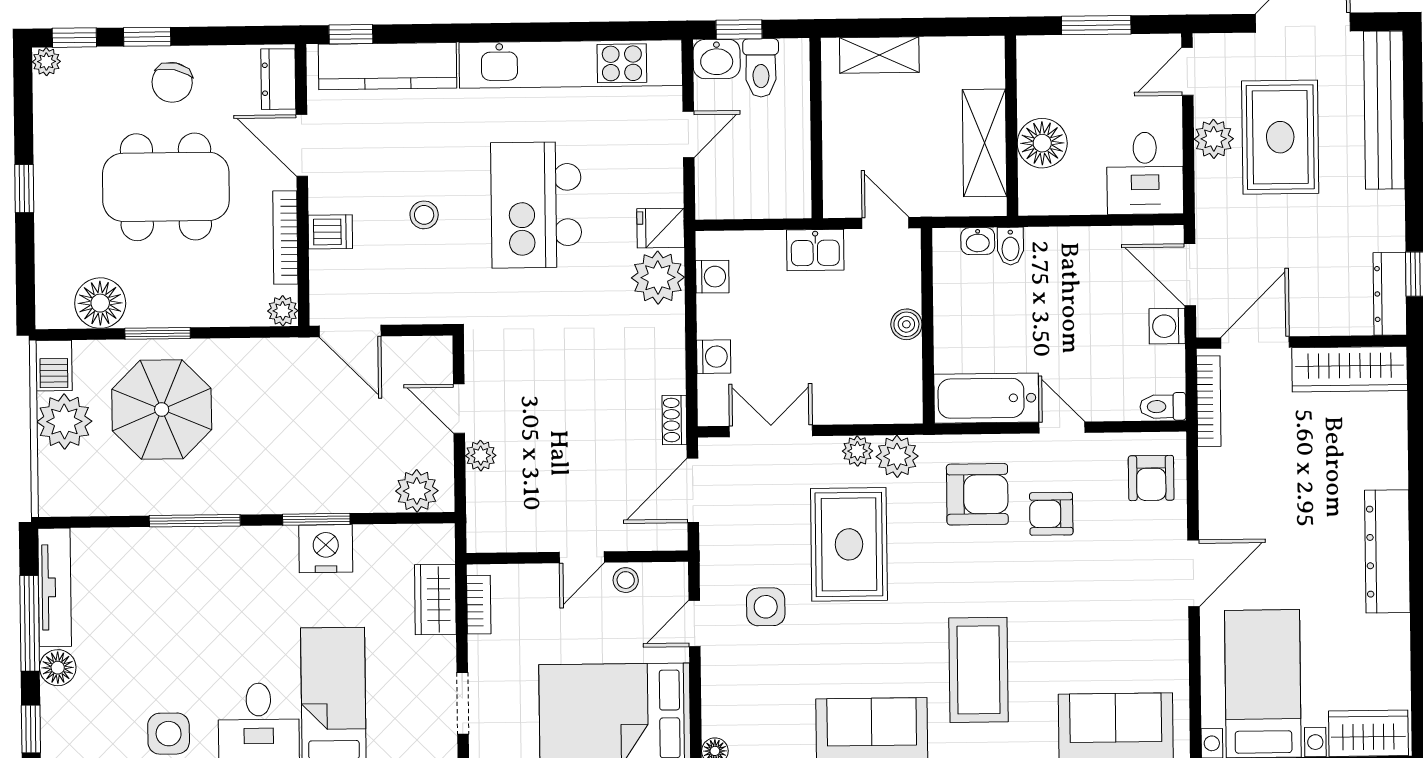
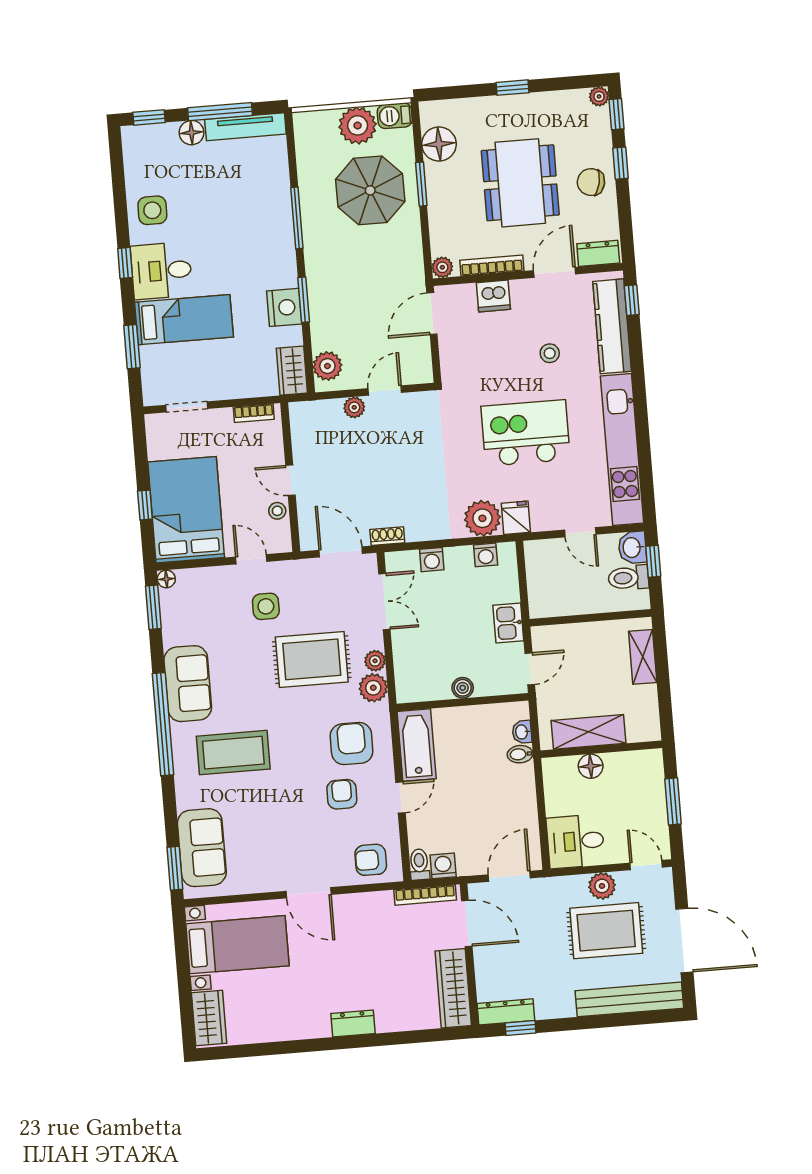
floor lamp: (1042, 143) -> (591, 766), width x0.73, depth x0.73
stool: (424, 215) -> (550, 353), moved
dishwasher: (330, 232) -> (493, 296), width x1.38
washing machine: (1167, 326) -> (443, 866), moved
armchair: (977, 494) -> (352, 744), turned 180
dresser: (1387, 551) -> (353, 1023), width x0.51, depth x0.80
wardrobe: (435, 600) -> (292, 371), moved, turned -90

